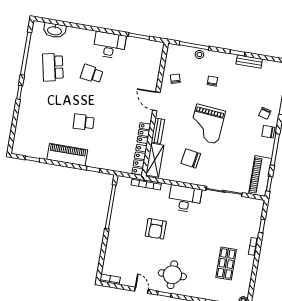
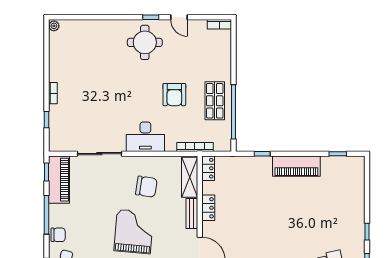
school desk: (84, 122) -> (283, 209), removed
locker: (140, 160) -> (208, 168), width x0.66
armchair: (156, 229) -> (174, 95), turned 180
shop shelf: (226, 263) -> (215, 101), moved

